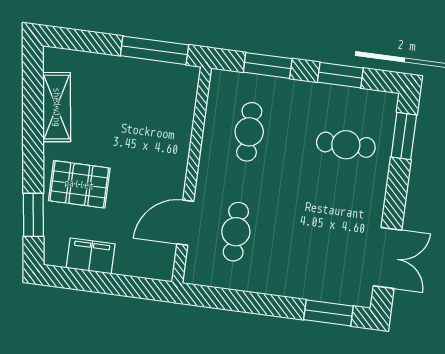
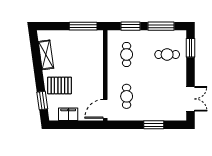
window: (340, 75) -> (161, 26), width x1.44
door: (185, 223) -> (105, 109), moved
window: (328, 313) -> (154, 125), moved

